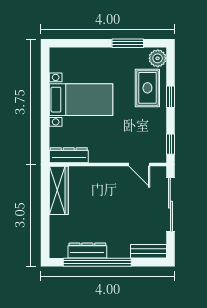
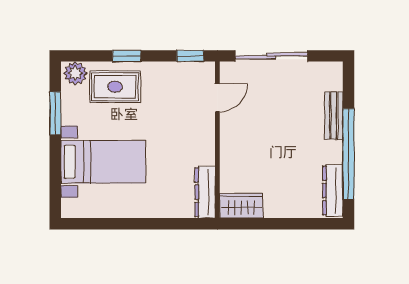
bed with nightstands: (81, 100) -> (103, 162), moved, turned 90
wardrobe: (59, 190) -> (241, 206), width x0.67
dresser: (87, 250) -> (333, 191), moved
bench: (148, 251) -> (334, 116), moved

